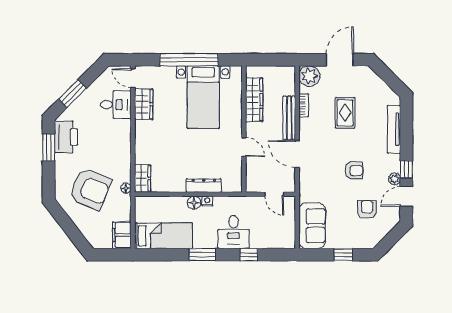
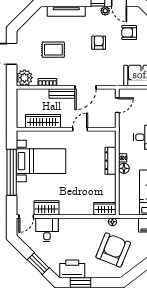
bench: (289, 118) -> (62, 94), width x0.73

